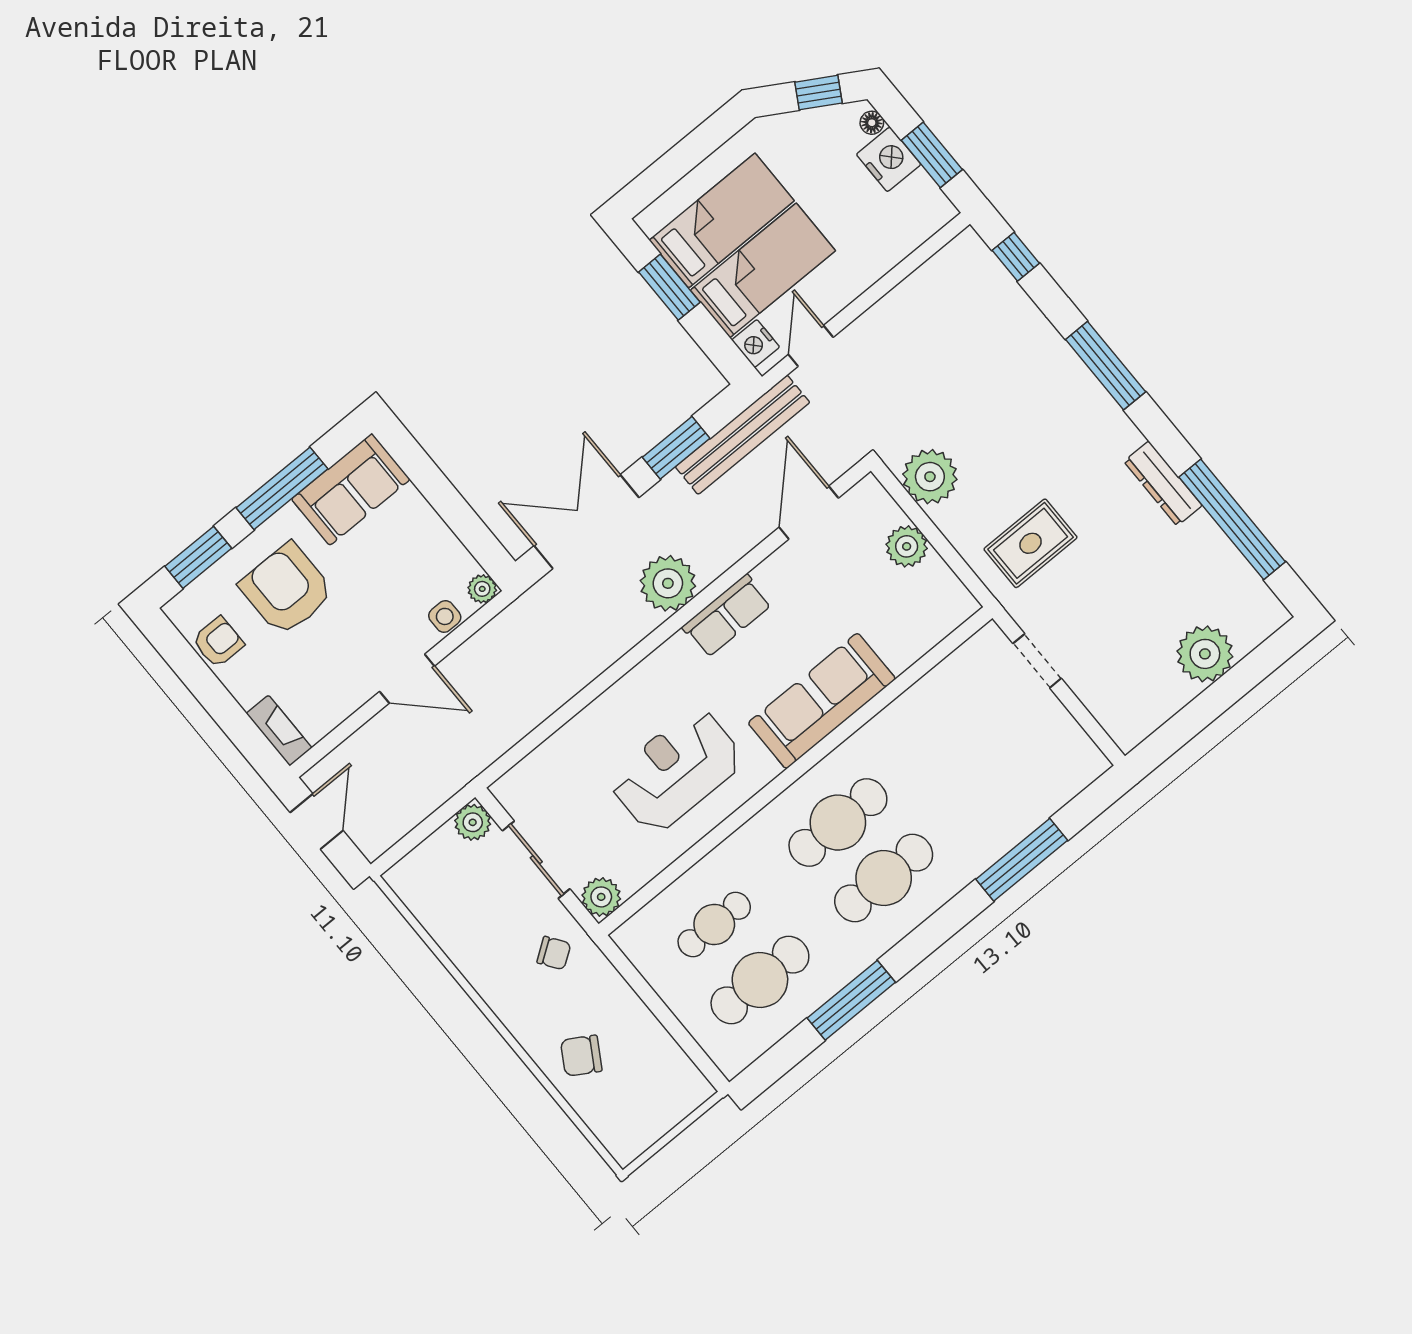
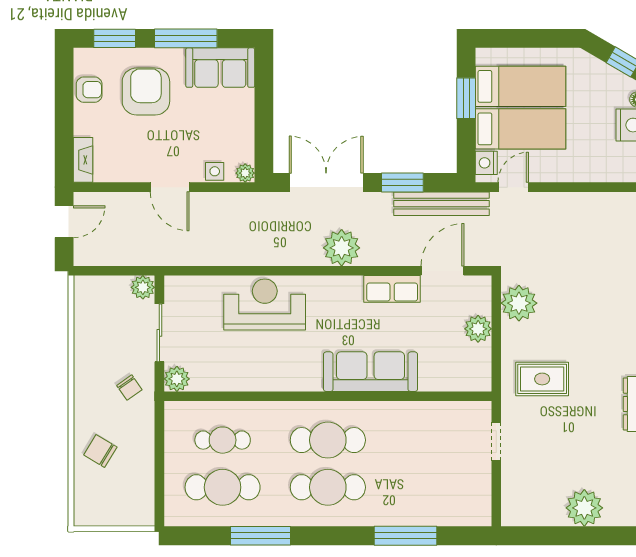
row of seats: (727, 616) -> (392, 289), moved
reception desk: (676, 770) -> (265, 304), moved

